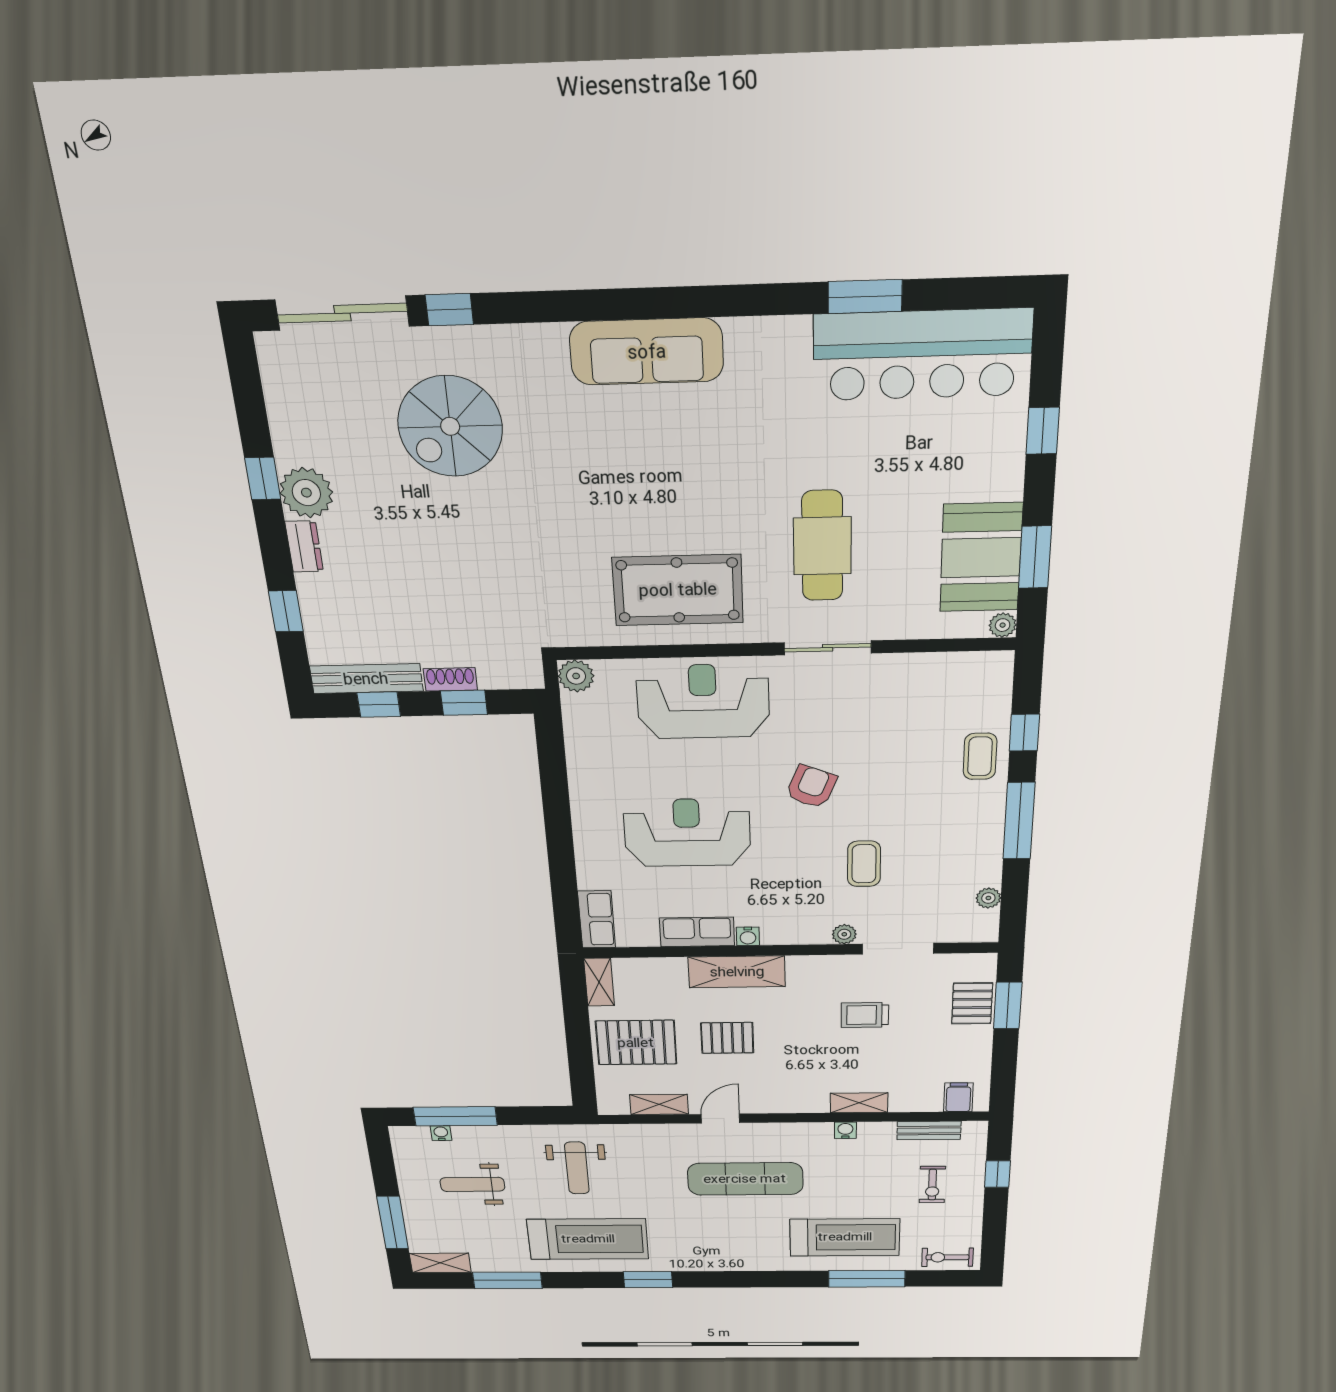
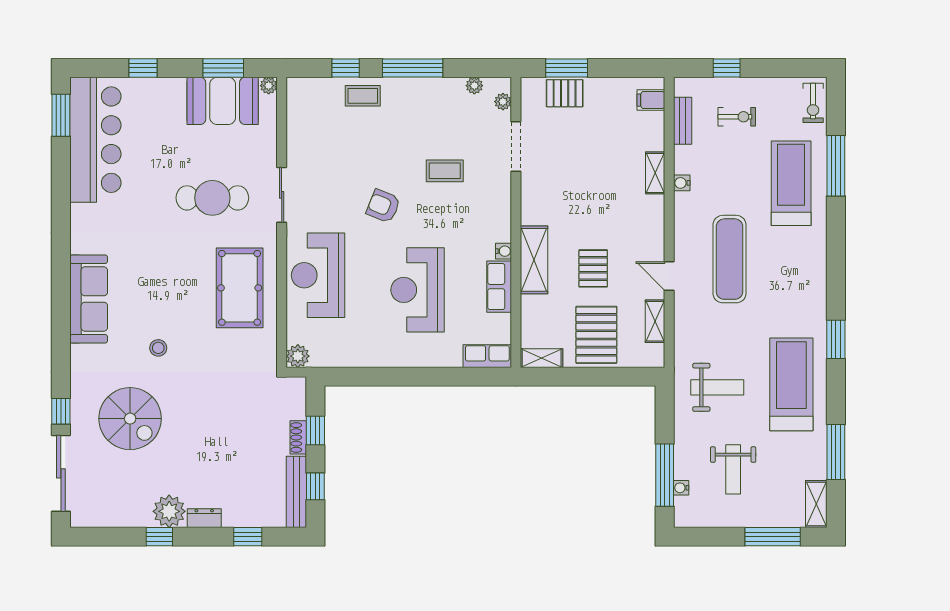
window: (865, 297) -> (61, 115), moved
stool: (572, 468) -> (158, 348), added
plant: (844, 934) -> (503, 102), moved
trolley: (865, 1015) -> (574, 169), removed

